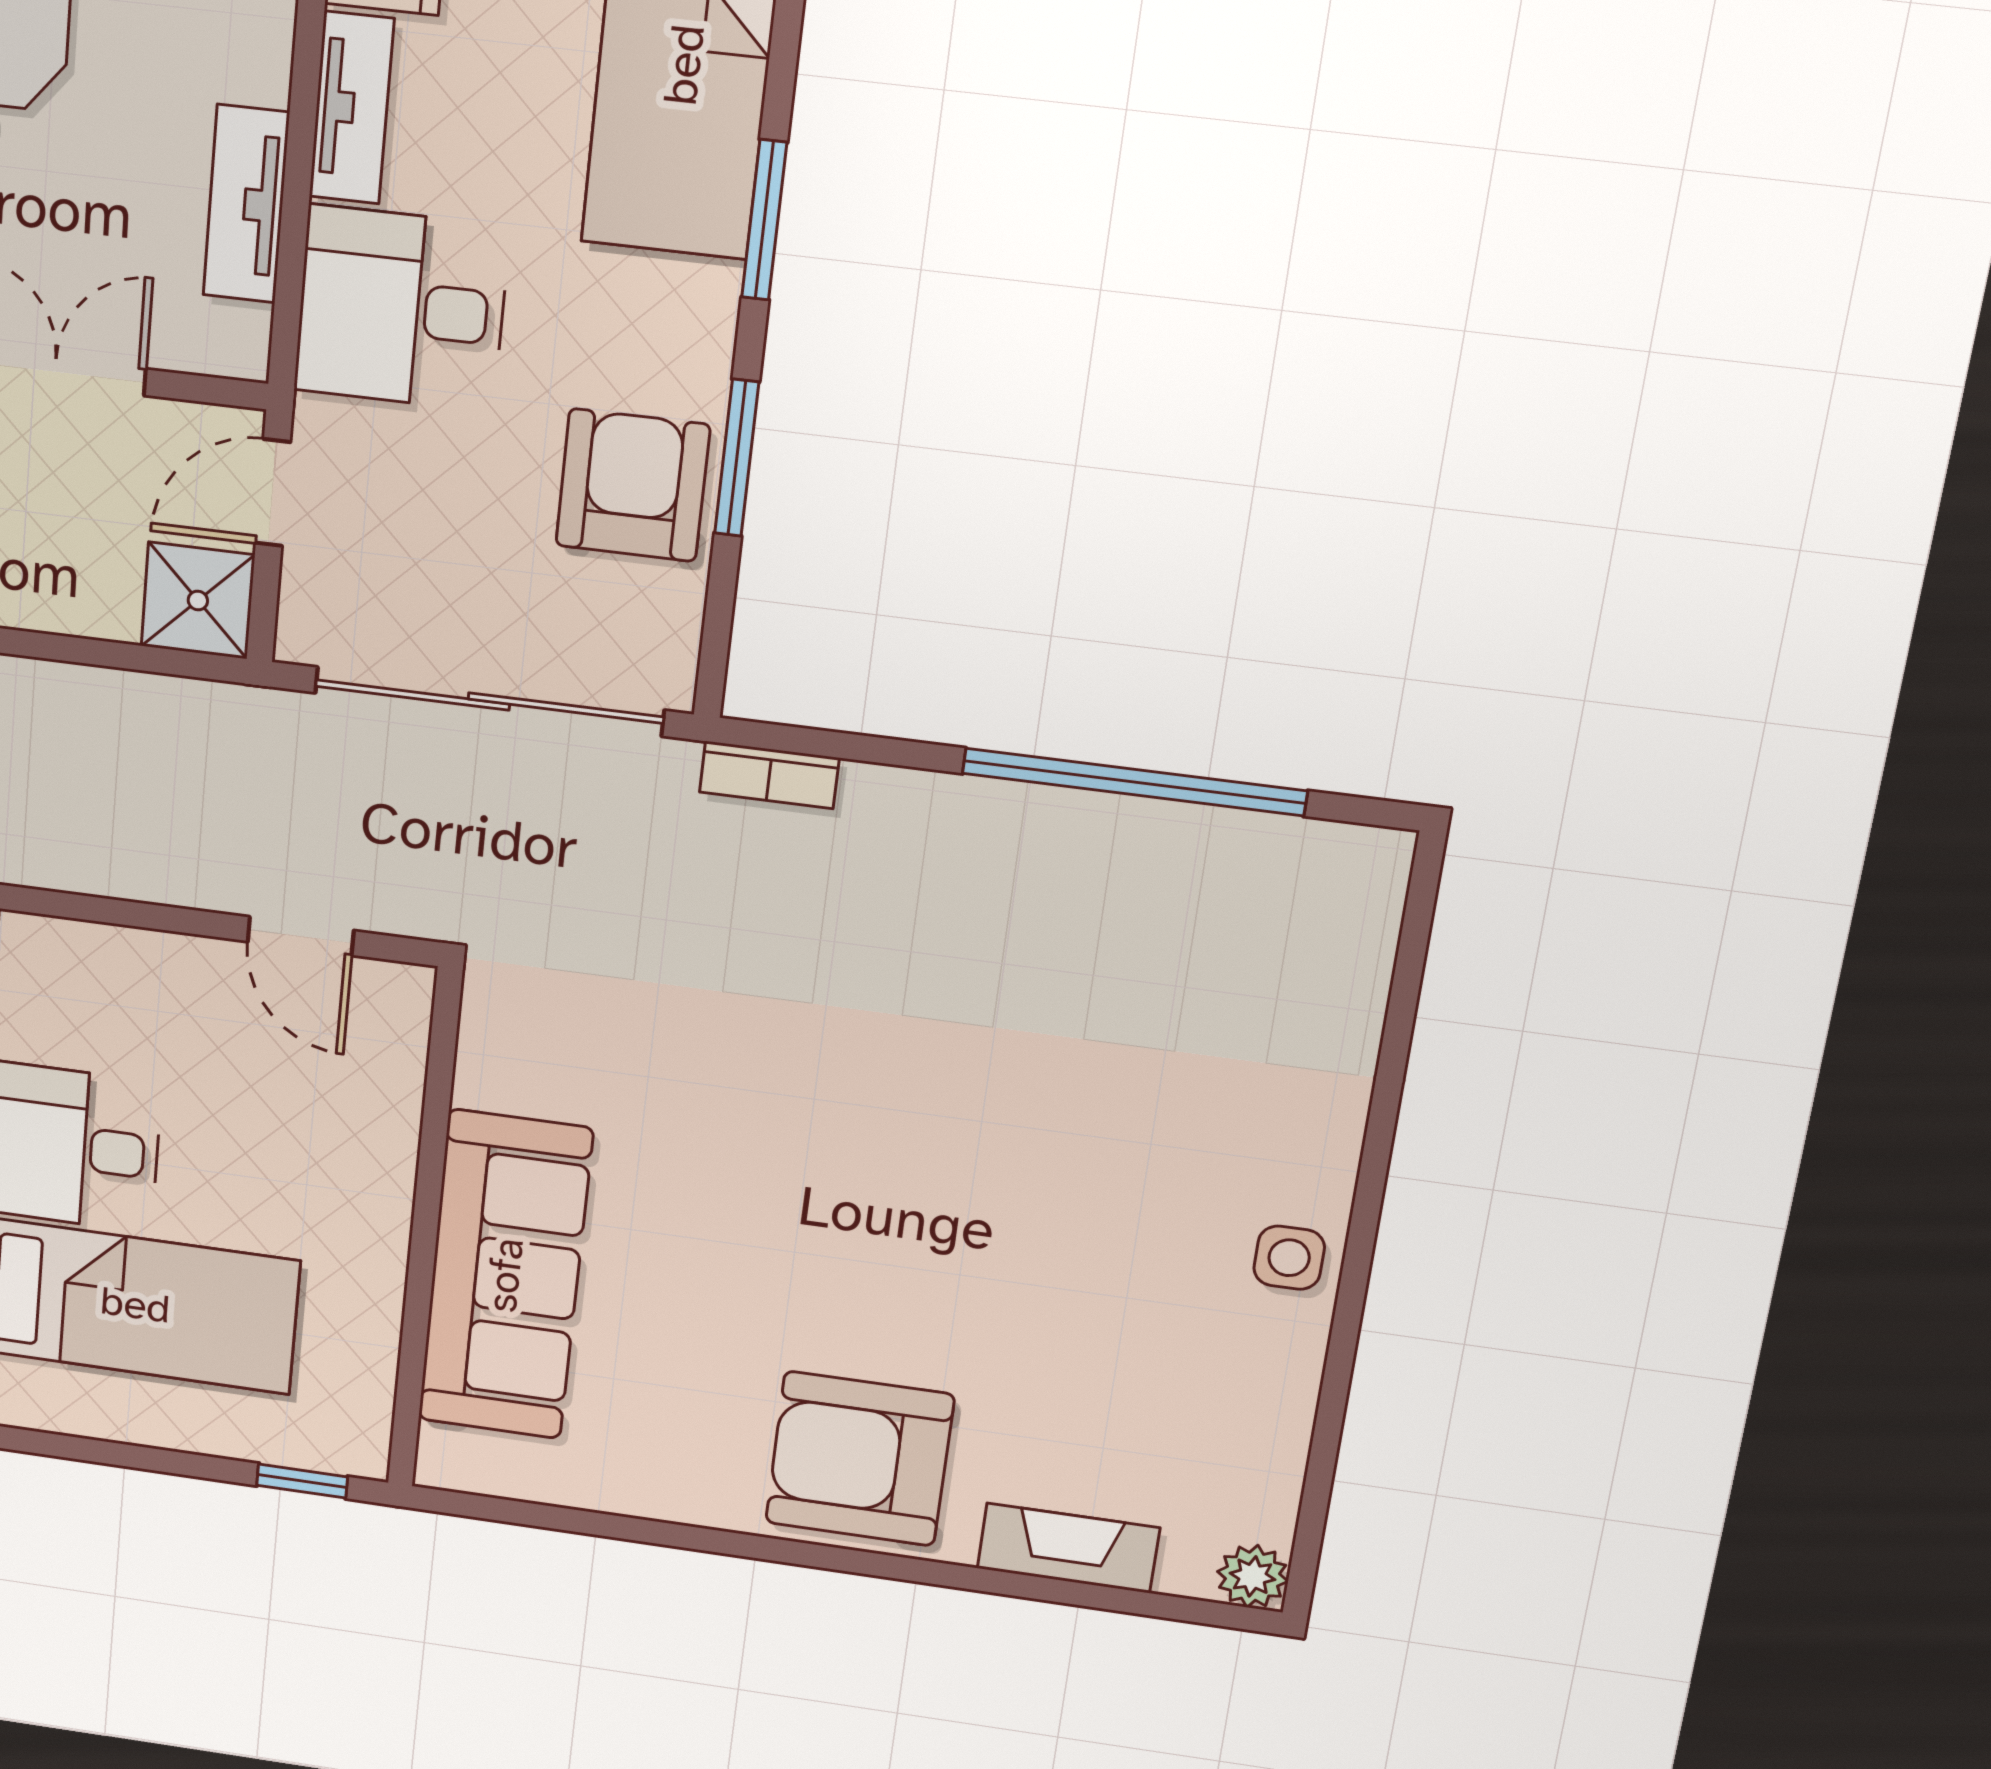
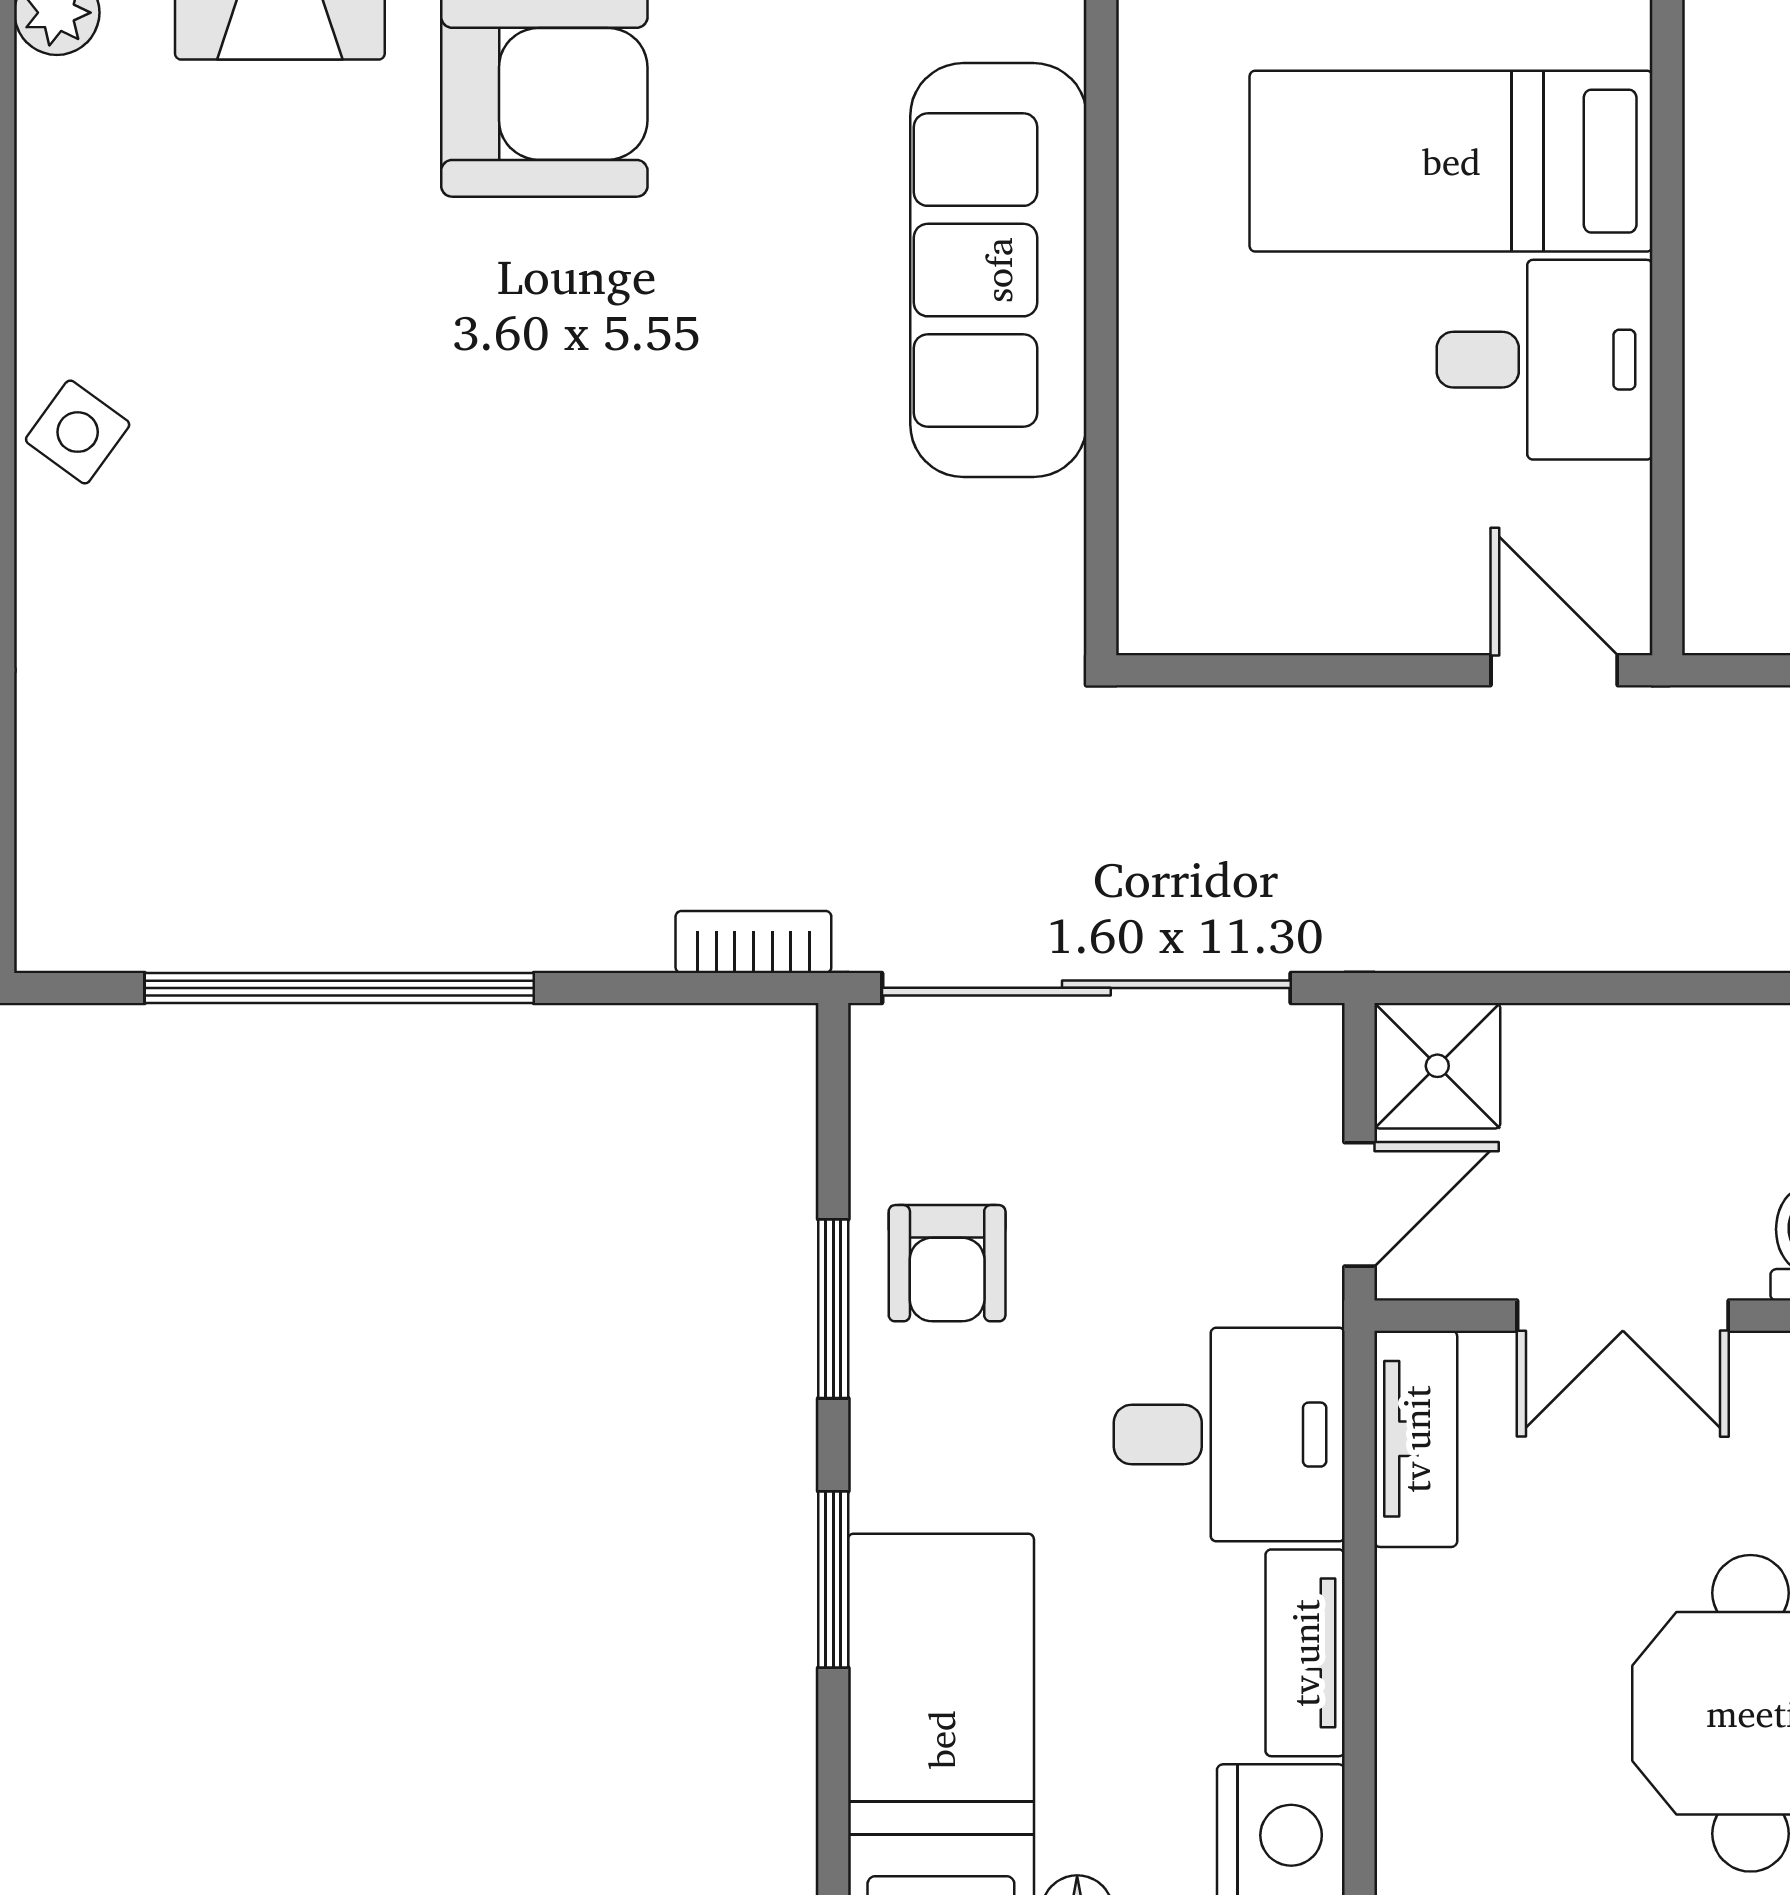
tv unit: (246, 204) -> (1416, 1439), moved
armchair: (633, 485) -> (947, 1263), width x0.72, depth x0.72
door: (301, 936) -> (1554, 670), moved
side table: (1289, 1258) -> (78, 432), turned 36

